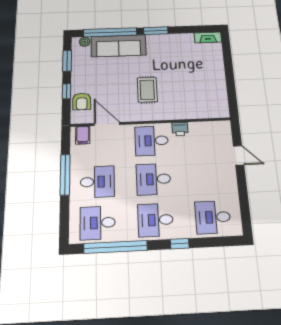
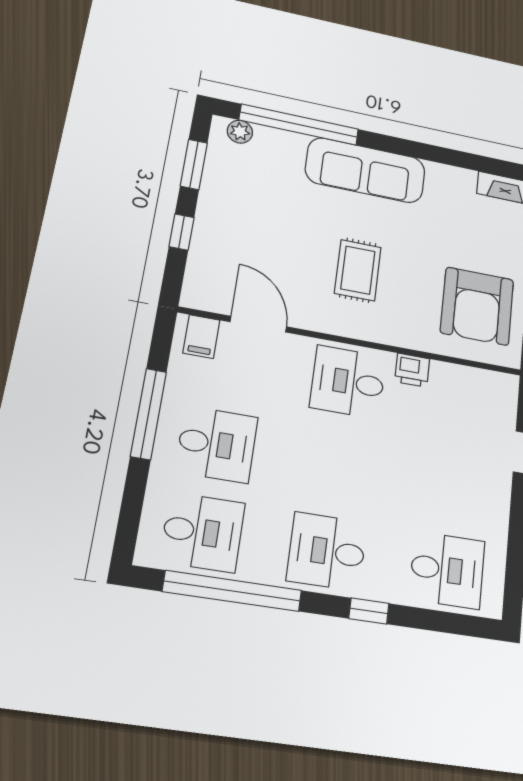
window: (156, 31) -> (398, 146), removed
sofa: (119, 46) -> (365, 170), moved
armchair: (82, 101) -> (477, 306), moved, width x1.88, depth x1.88
desk: (153, 179) -> (338, 465), removed
desk: (213, 217) -> (447, 570), turned 180
desk: (98, 223) -> (203, 532), turned 180

